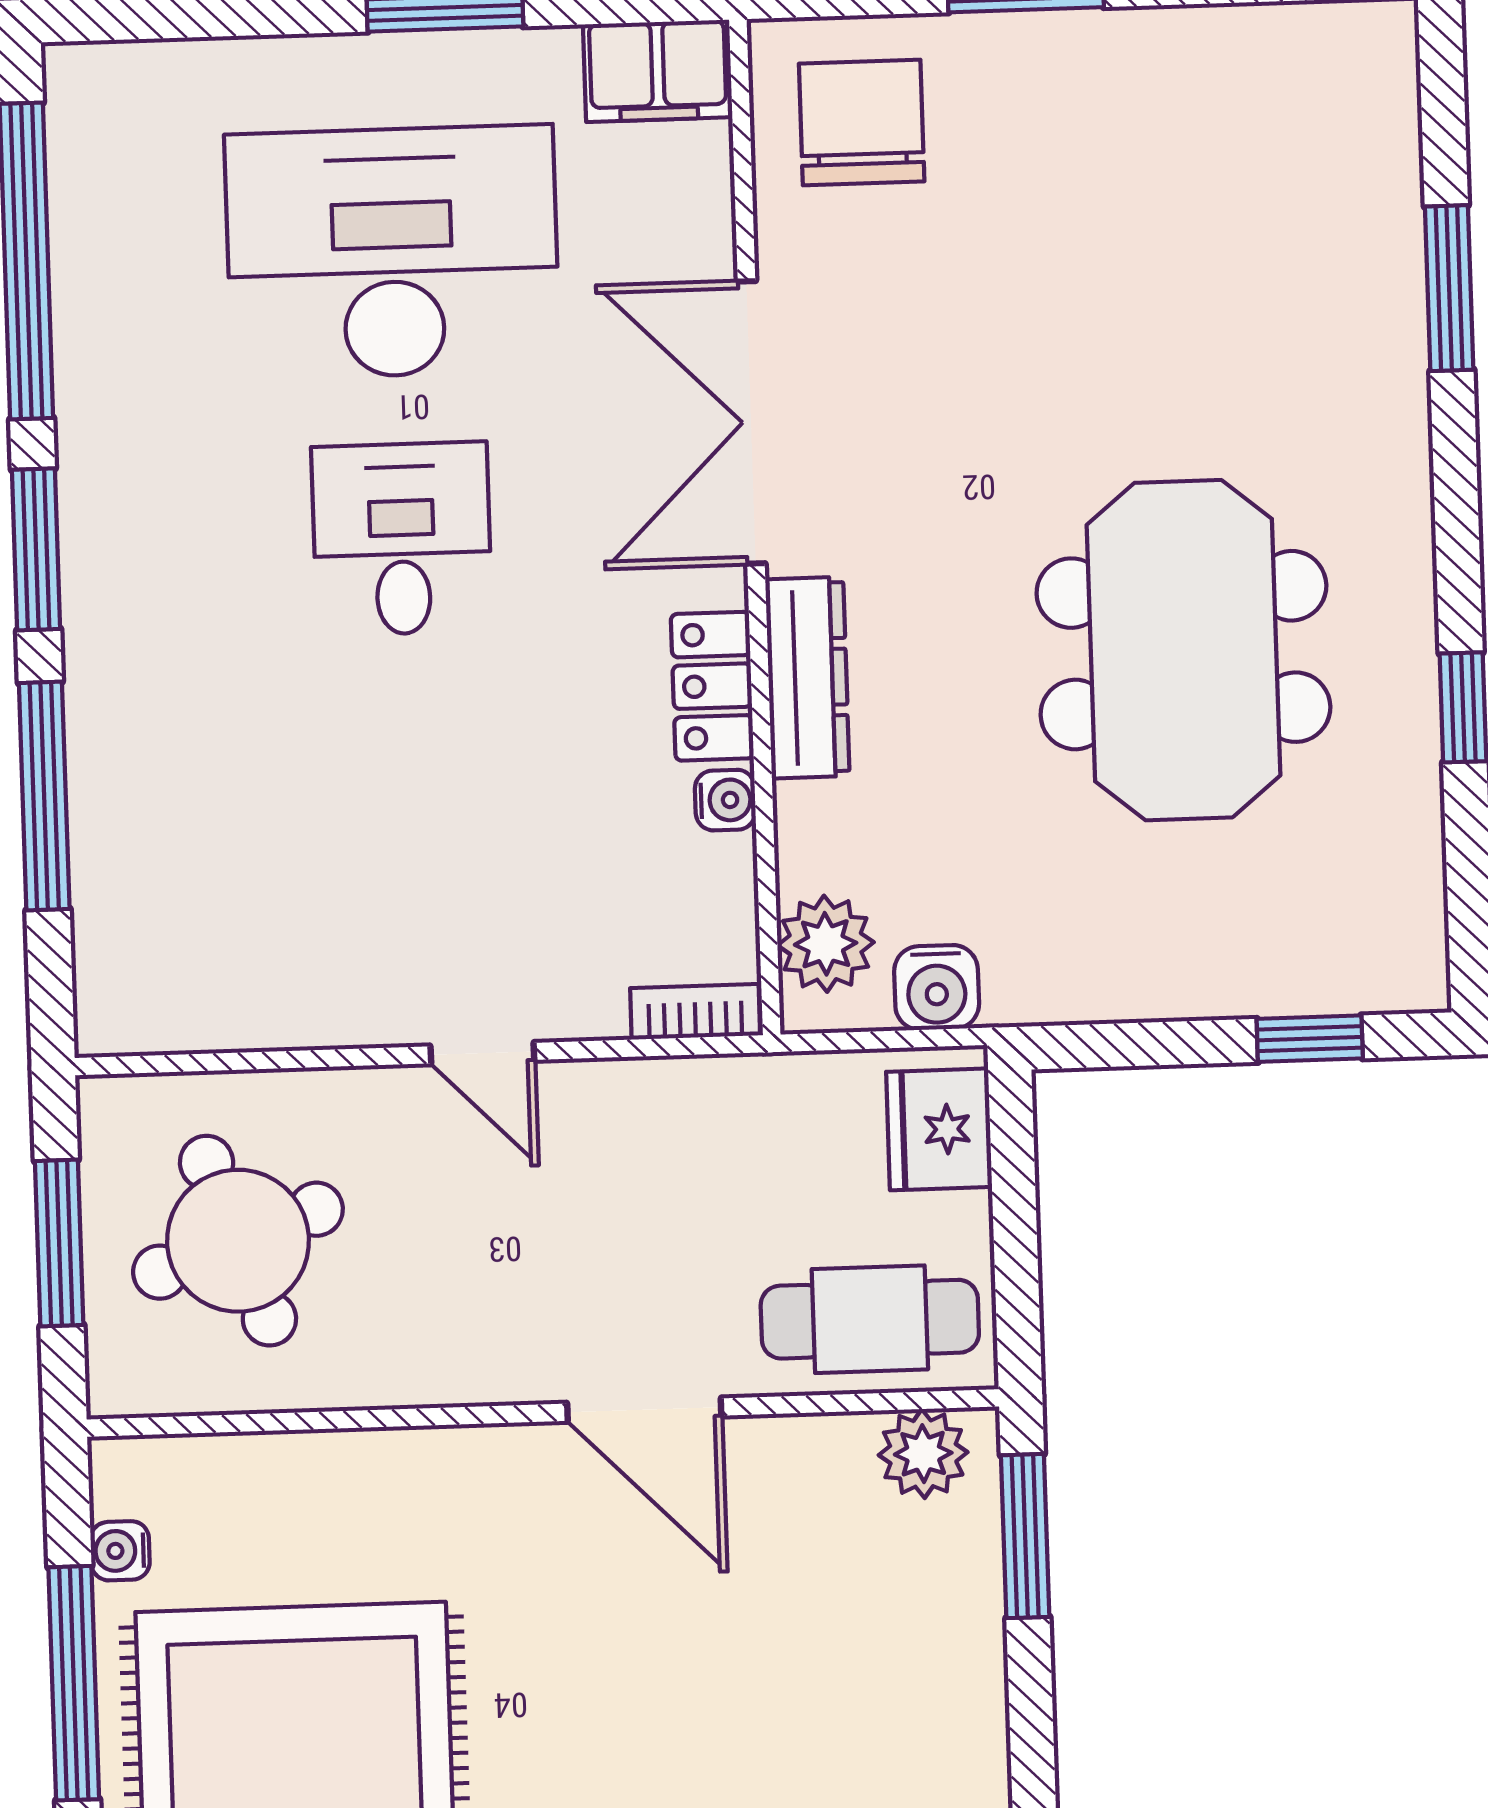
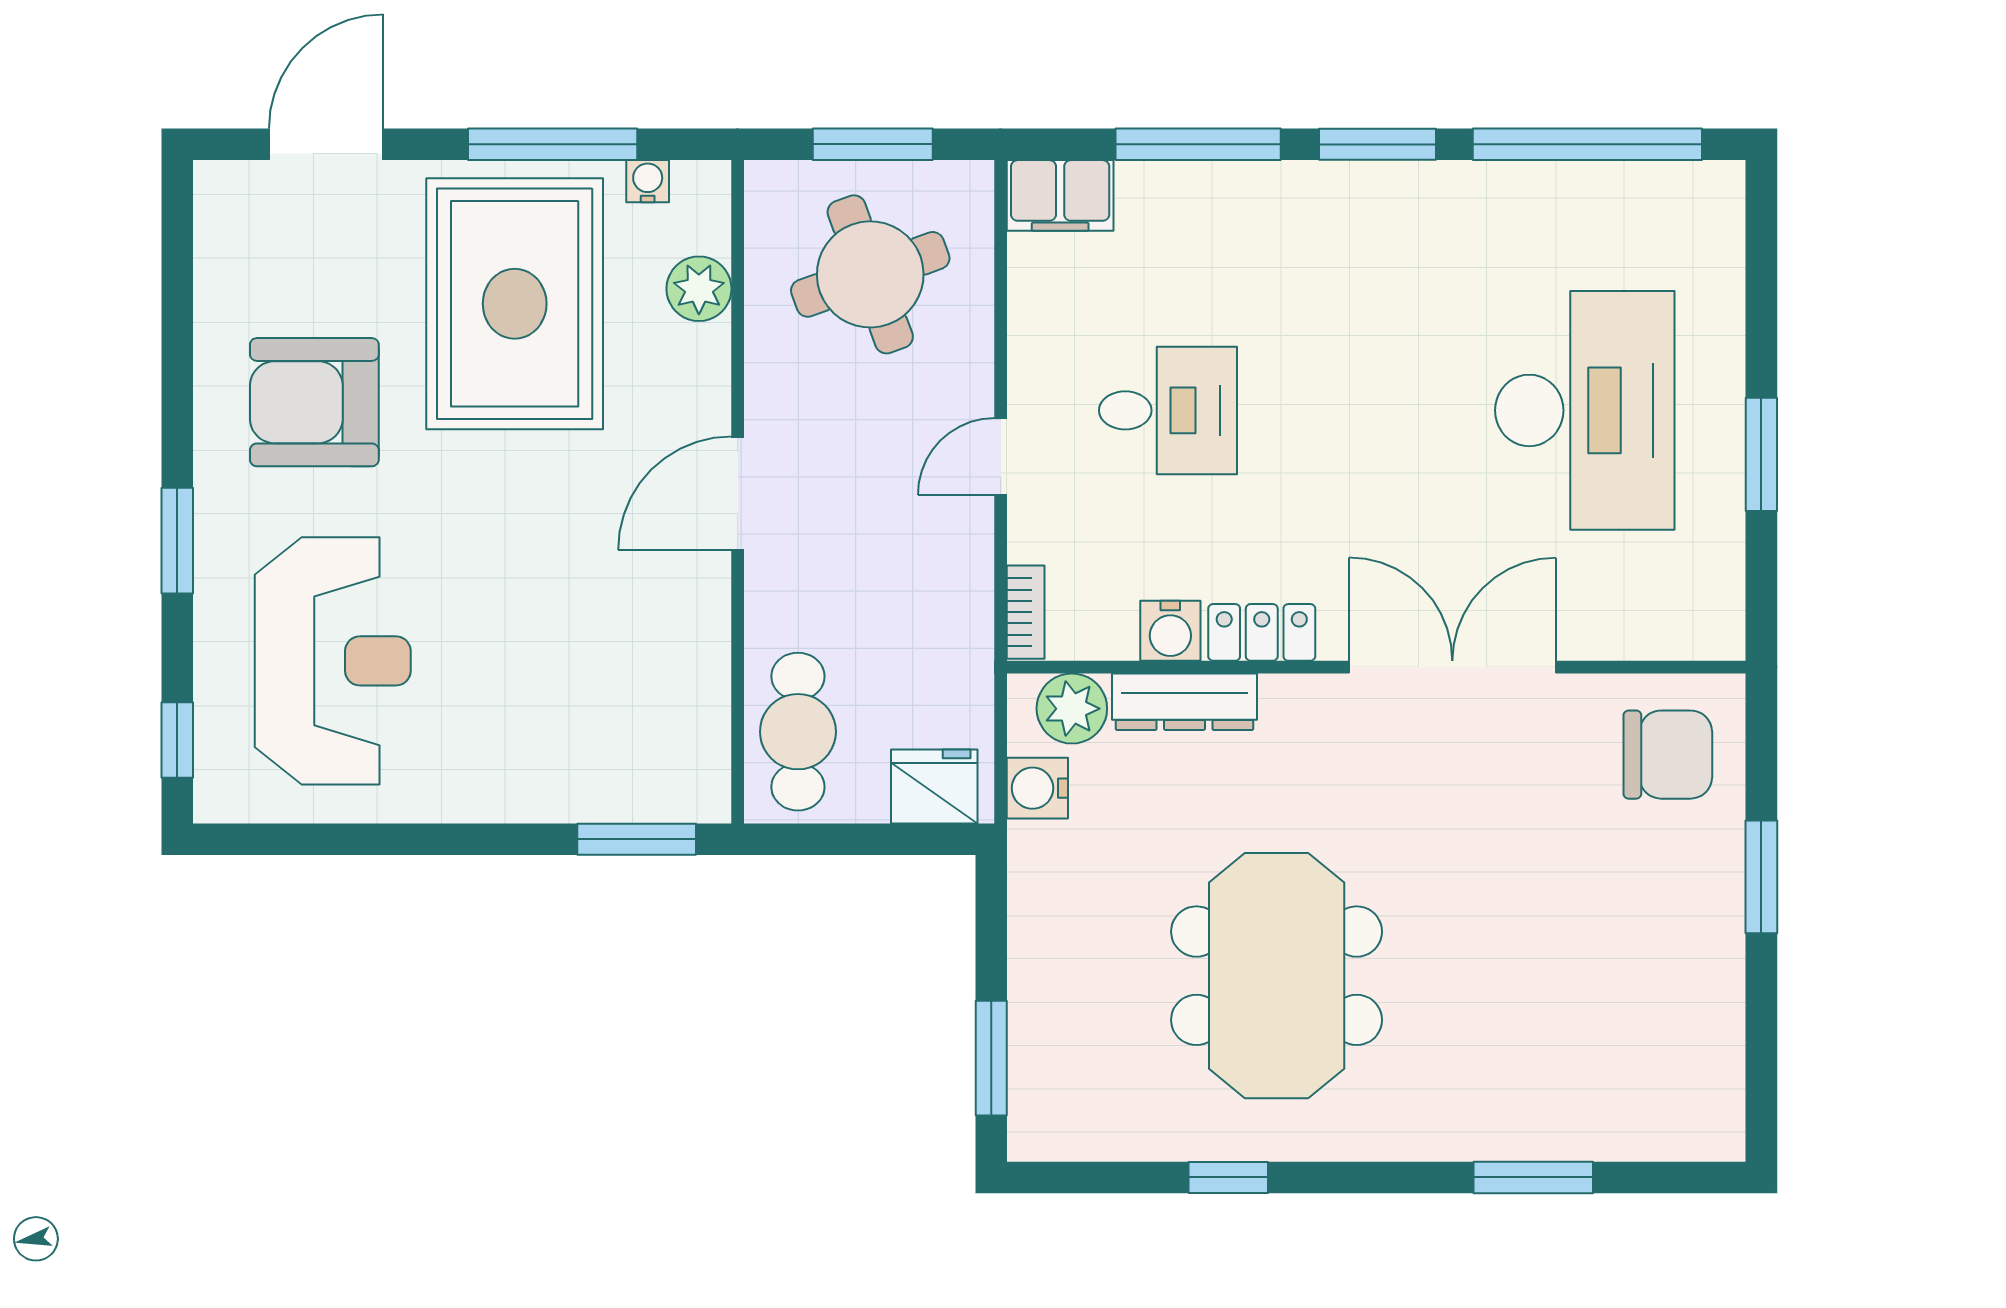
filing cabinet: (658, 71) -> (1060, 195), moved, turned -90
desk: (402, 539) -> (1168, 410), moved
meeting table: (1183, 650) -> (1277, 976), turned 90
dresser: (807, 678) -> (1185, 702), moved
water cooler: (725, 800) -> (1170, 631), width x1.38, depth x1.38
window: (1310, 1039) -> (991, 1058), width x1.50
door: (644, 1410) -> (738, 493), moved
plant: (923, 1454) -> (699, 289), moved

